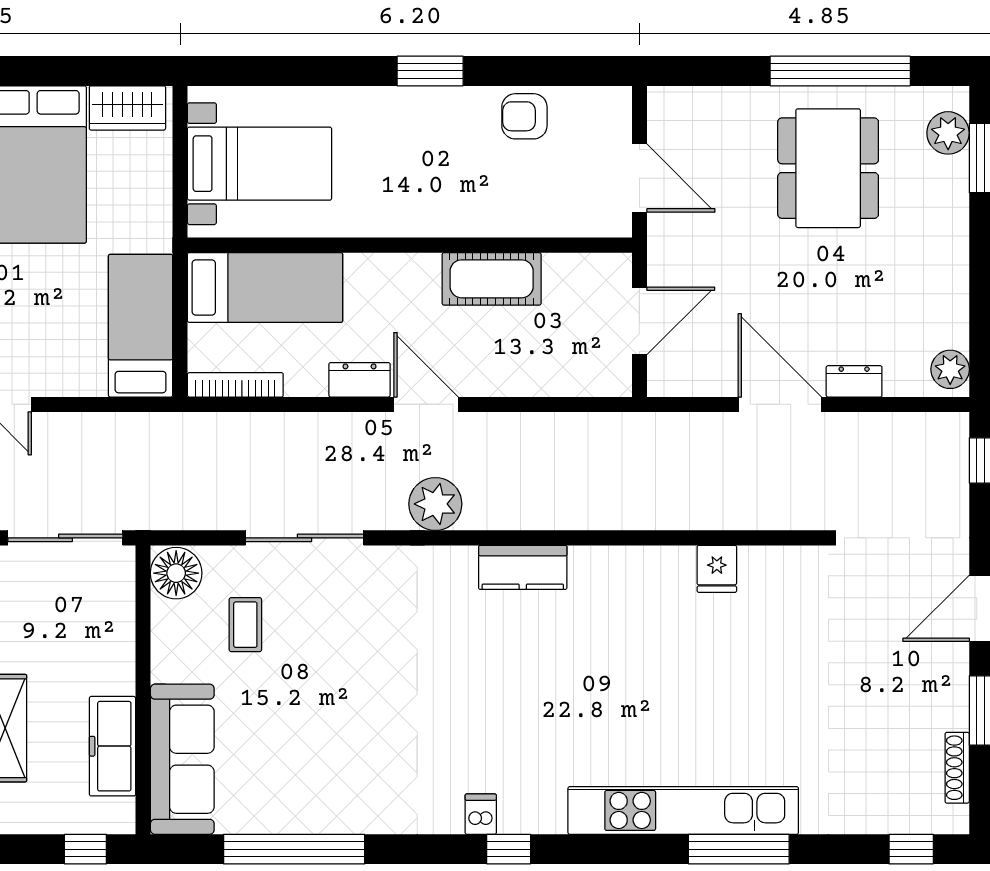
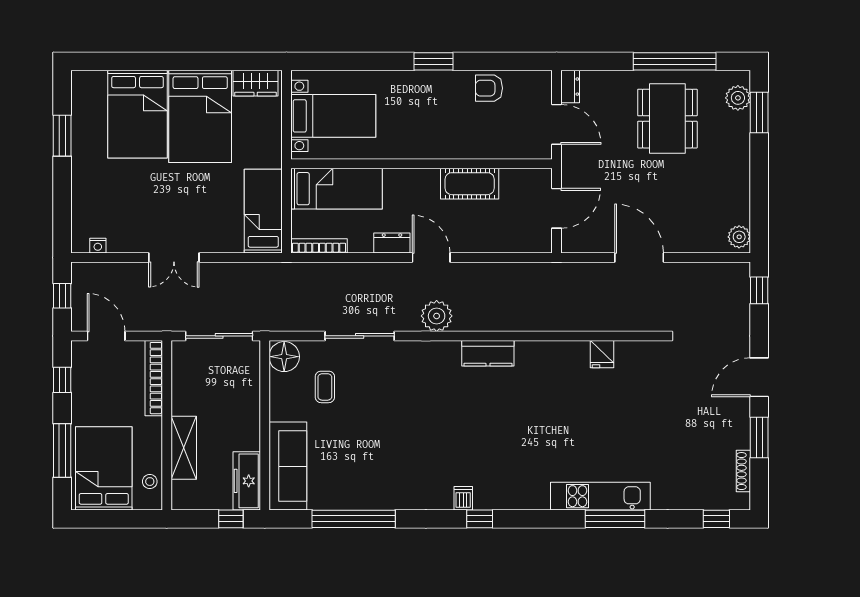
dresser: (854, 381) -> (570, 87), moved, turned 90
freezer: (112, 746) -> (247, 481), moved
kitchen unit: (683, 810) -> (600, 496), width x0.73

